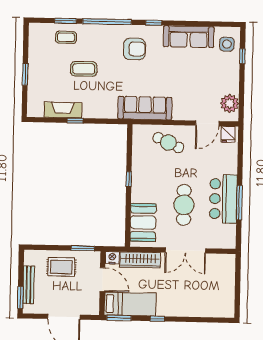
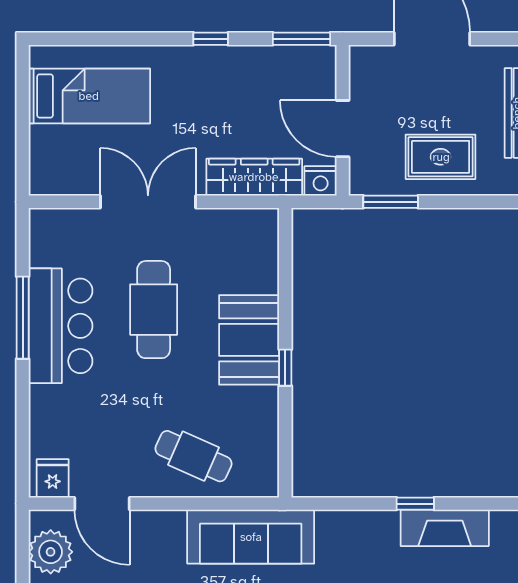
door: (207, 123) -> (102, 504), swing flipped
booth: (143, 222) -> (249, 340), moved
bed: (130, 304) -> (89, 96), moved, turned 180

